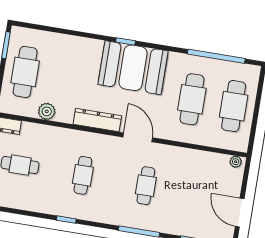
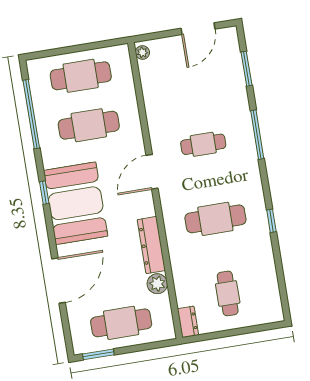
door: (76, 33) -> (59, 281), added
window: (126, 41) -> (44, 193), moved
dresser: (97, 120) -> (151, 245), moved
cafe table: (83, 175) -> (215, 219), width x1.37, depth x1.35

